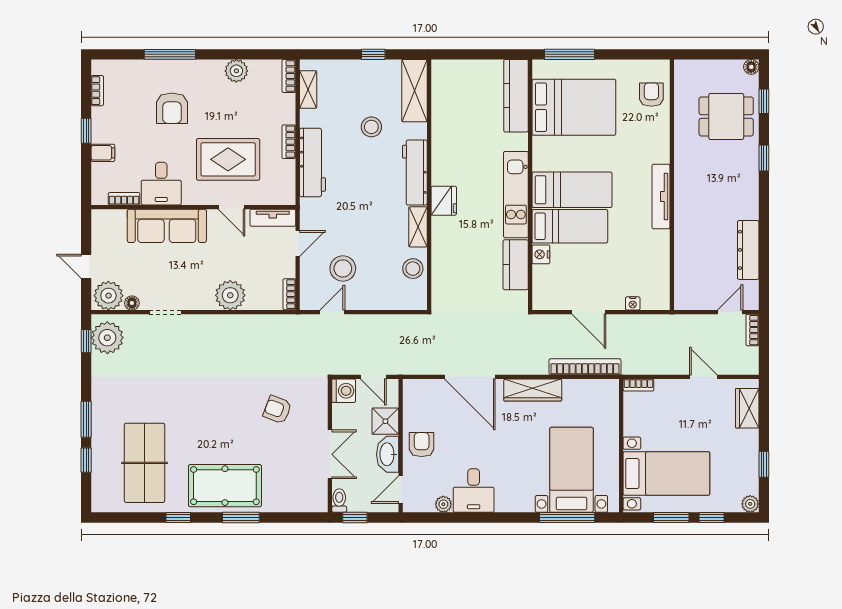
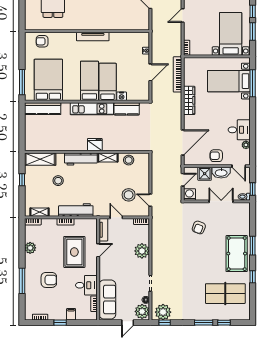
sofa: (167, 226) -> (107, 299), moved
door: (470, 377) -> (183, 142), moved

